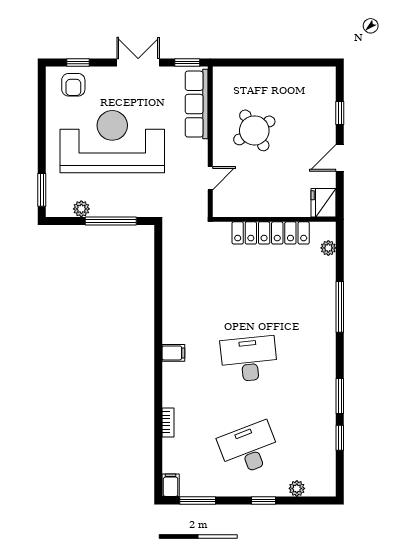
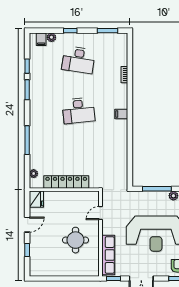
round table: (254, 130) -> (75, 240), turned 31
desk: (249, 449) -> (78, 60), turned 30
filing cabinet: (171, 485) -> (41, 39), moved

